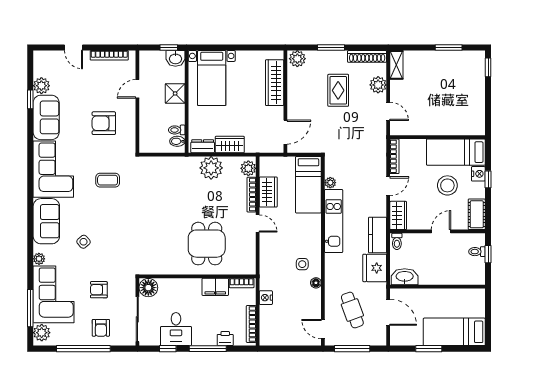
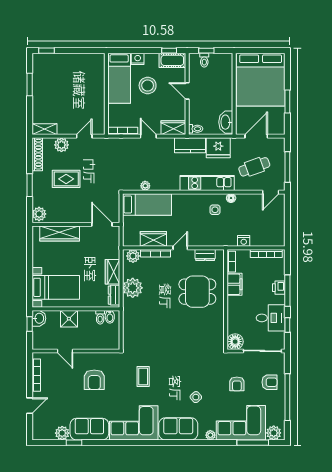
window: (488, 179) -> (169, 51), moved
kitchen unit: (334, 221) -> (207, 183), moved
dresser: (249, 253) -> (205, 255), added
bed: (454, 332) -> (261, 80), width x2.04
printer: (225, 339) -> (279, 288), moved

